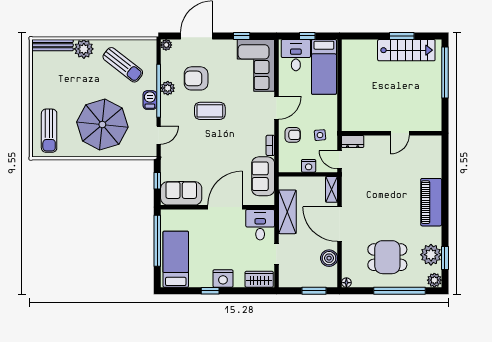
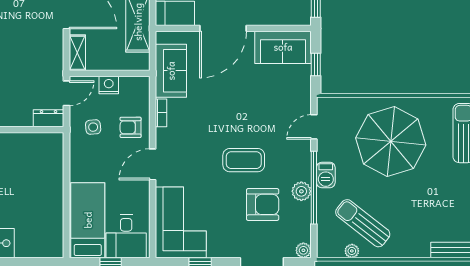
plant: (84, 49) -> (352, 251), moved, width x0.53, depth x0.53
door: (339, 160) -> (66, 93), hinge flipped

